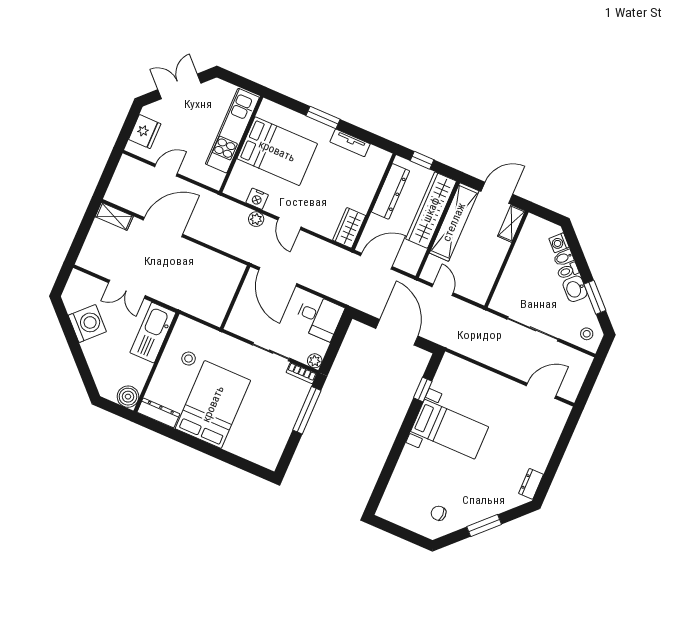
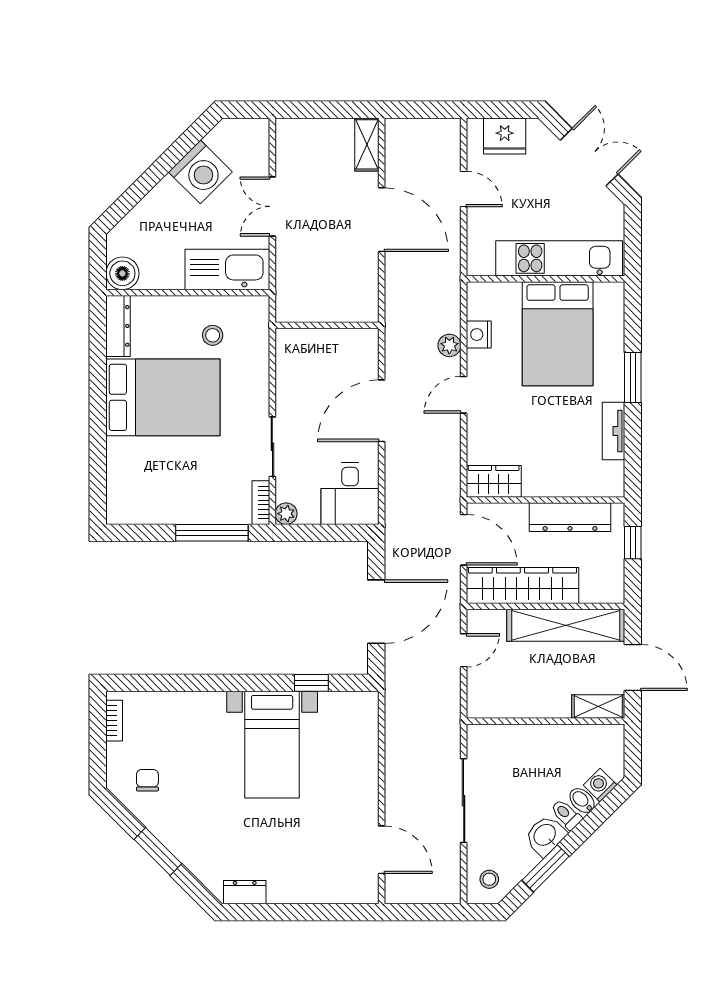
wardrobe: (431, 210) -> (522, 586), moved
wall: (235, 297) -> (327, 325), moved
bookcase: (394, 518) -> (114, 721), added

